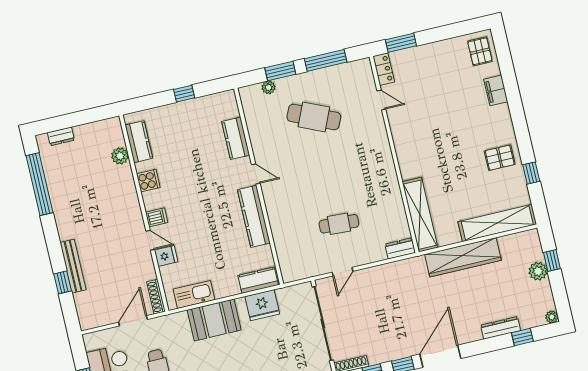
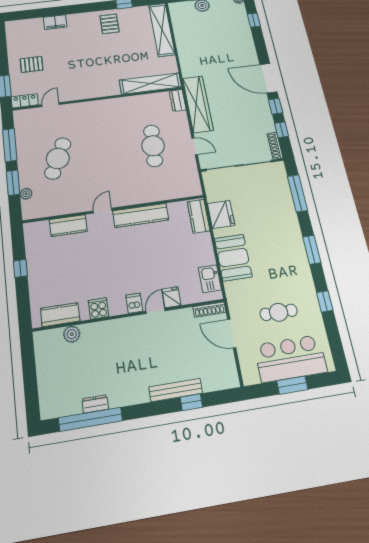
pallet: (480, 51) -> (32, 64), moved
dresser: (61, 136) -> (95, 404), moved, turned -90
cafe table: (339, 224) -> (153, 146), width x1.37, depth x1.35
wardrobe: (463, 257) -> (198, 104), moved
kitchen sink: (194, 294) -> (210, 279), width x0.73
dresser: (501, 328) -> (246, 34), removed

